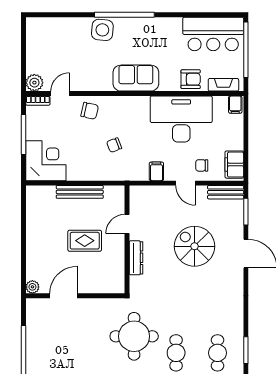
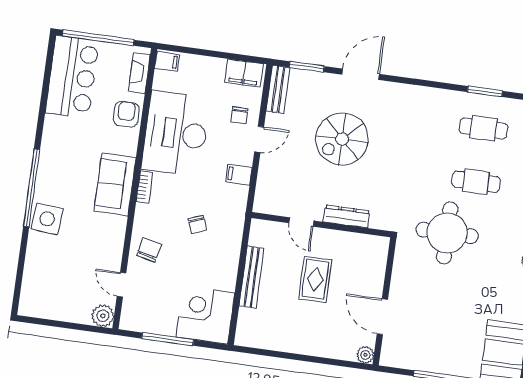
bookcase: (38, 101) -> (144, 187), moved

